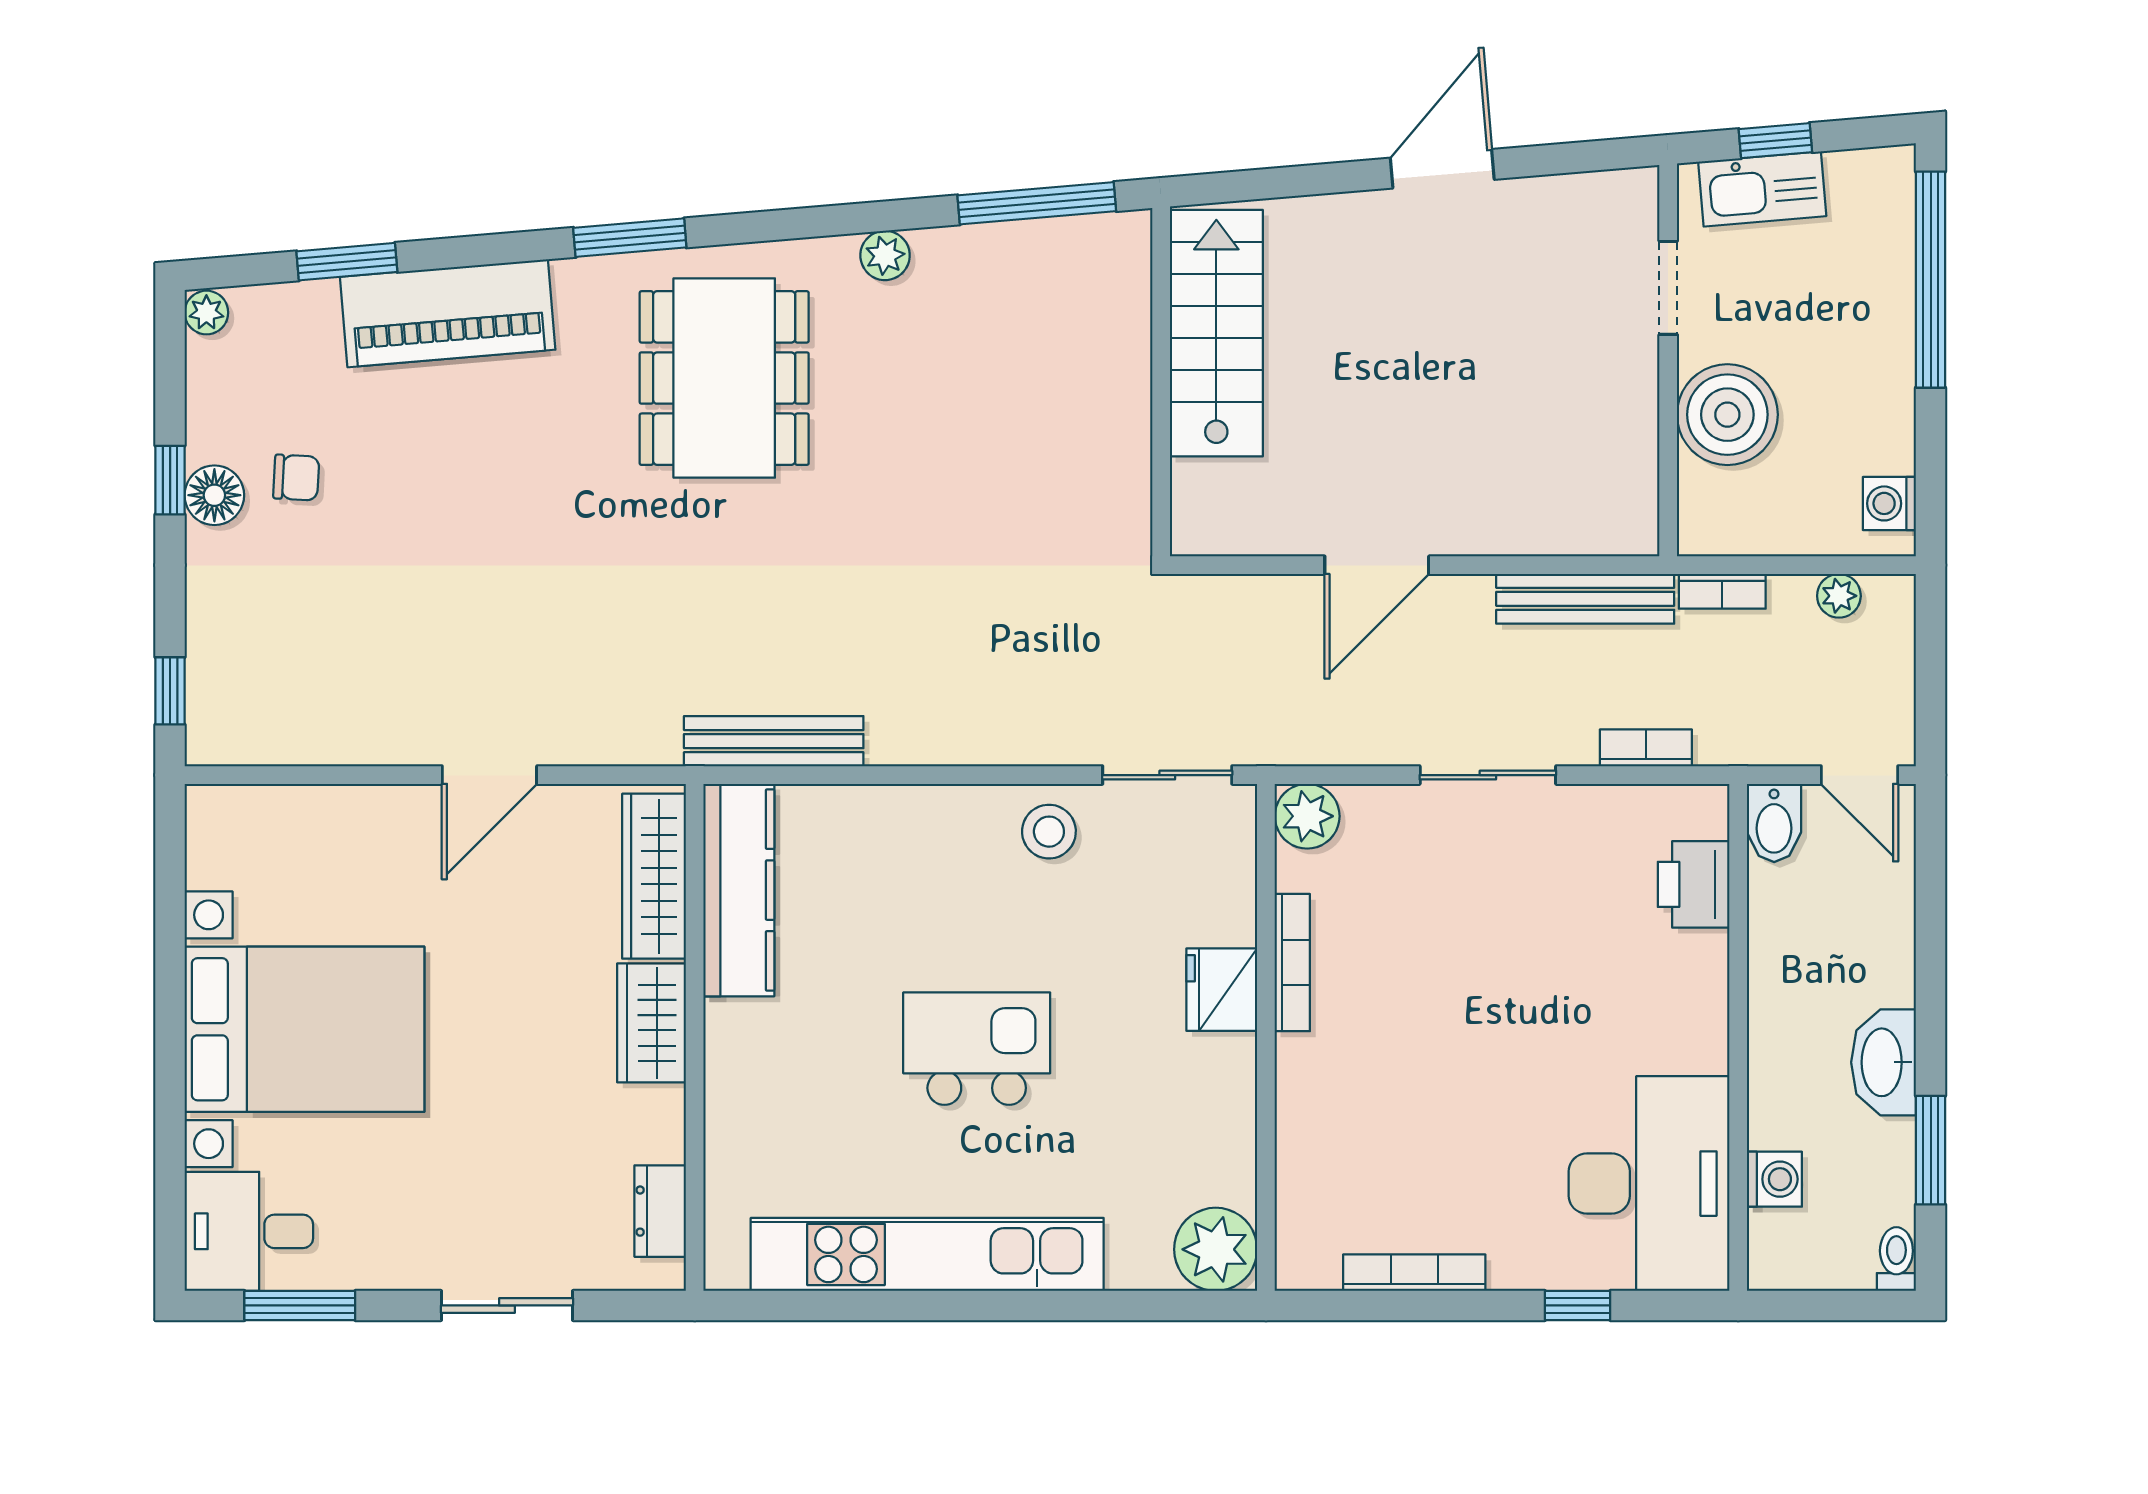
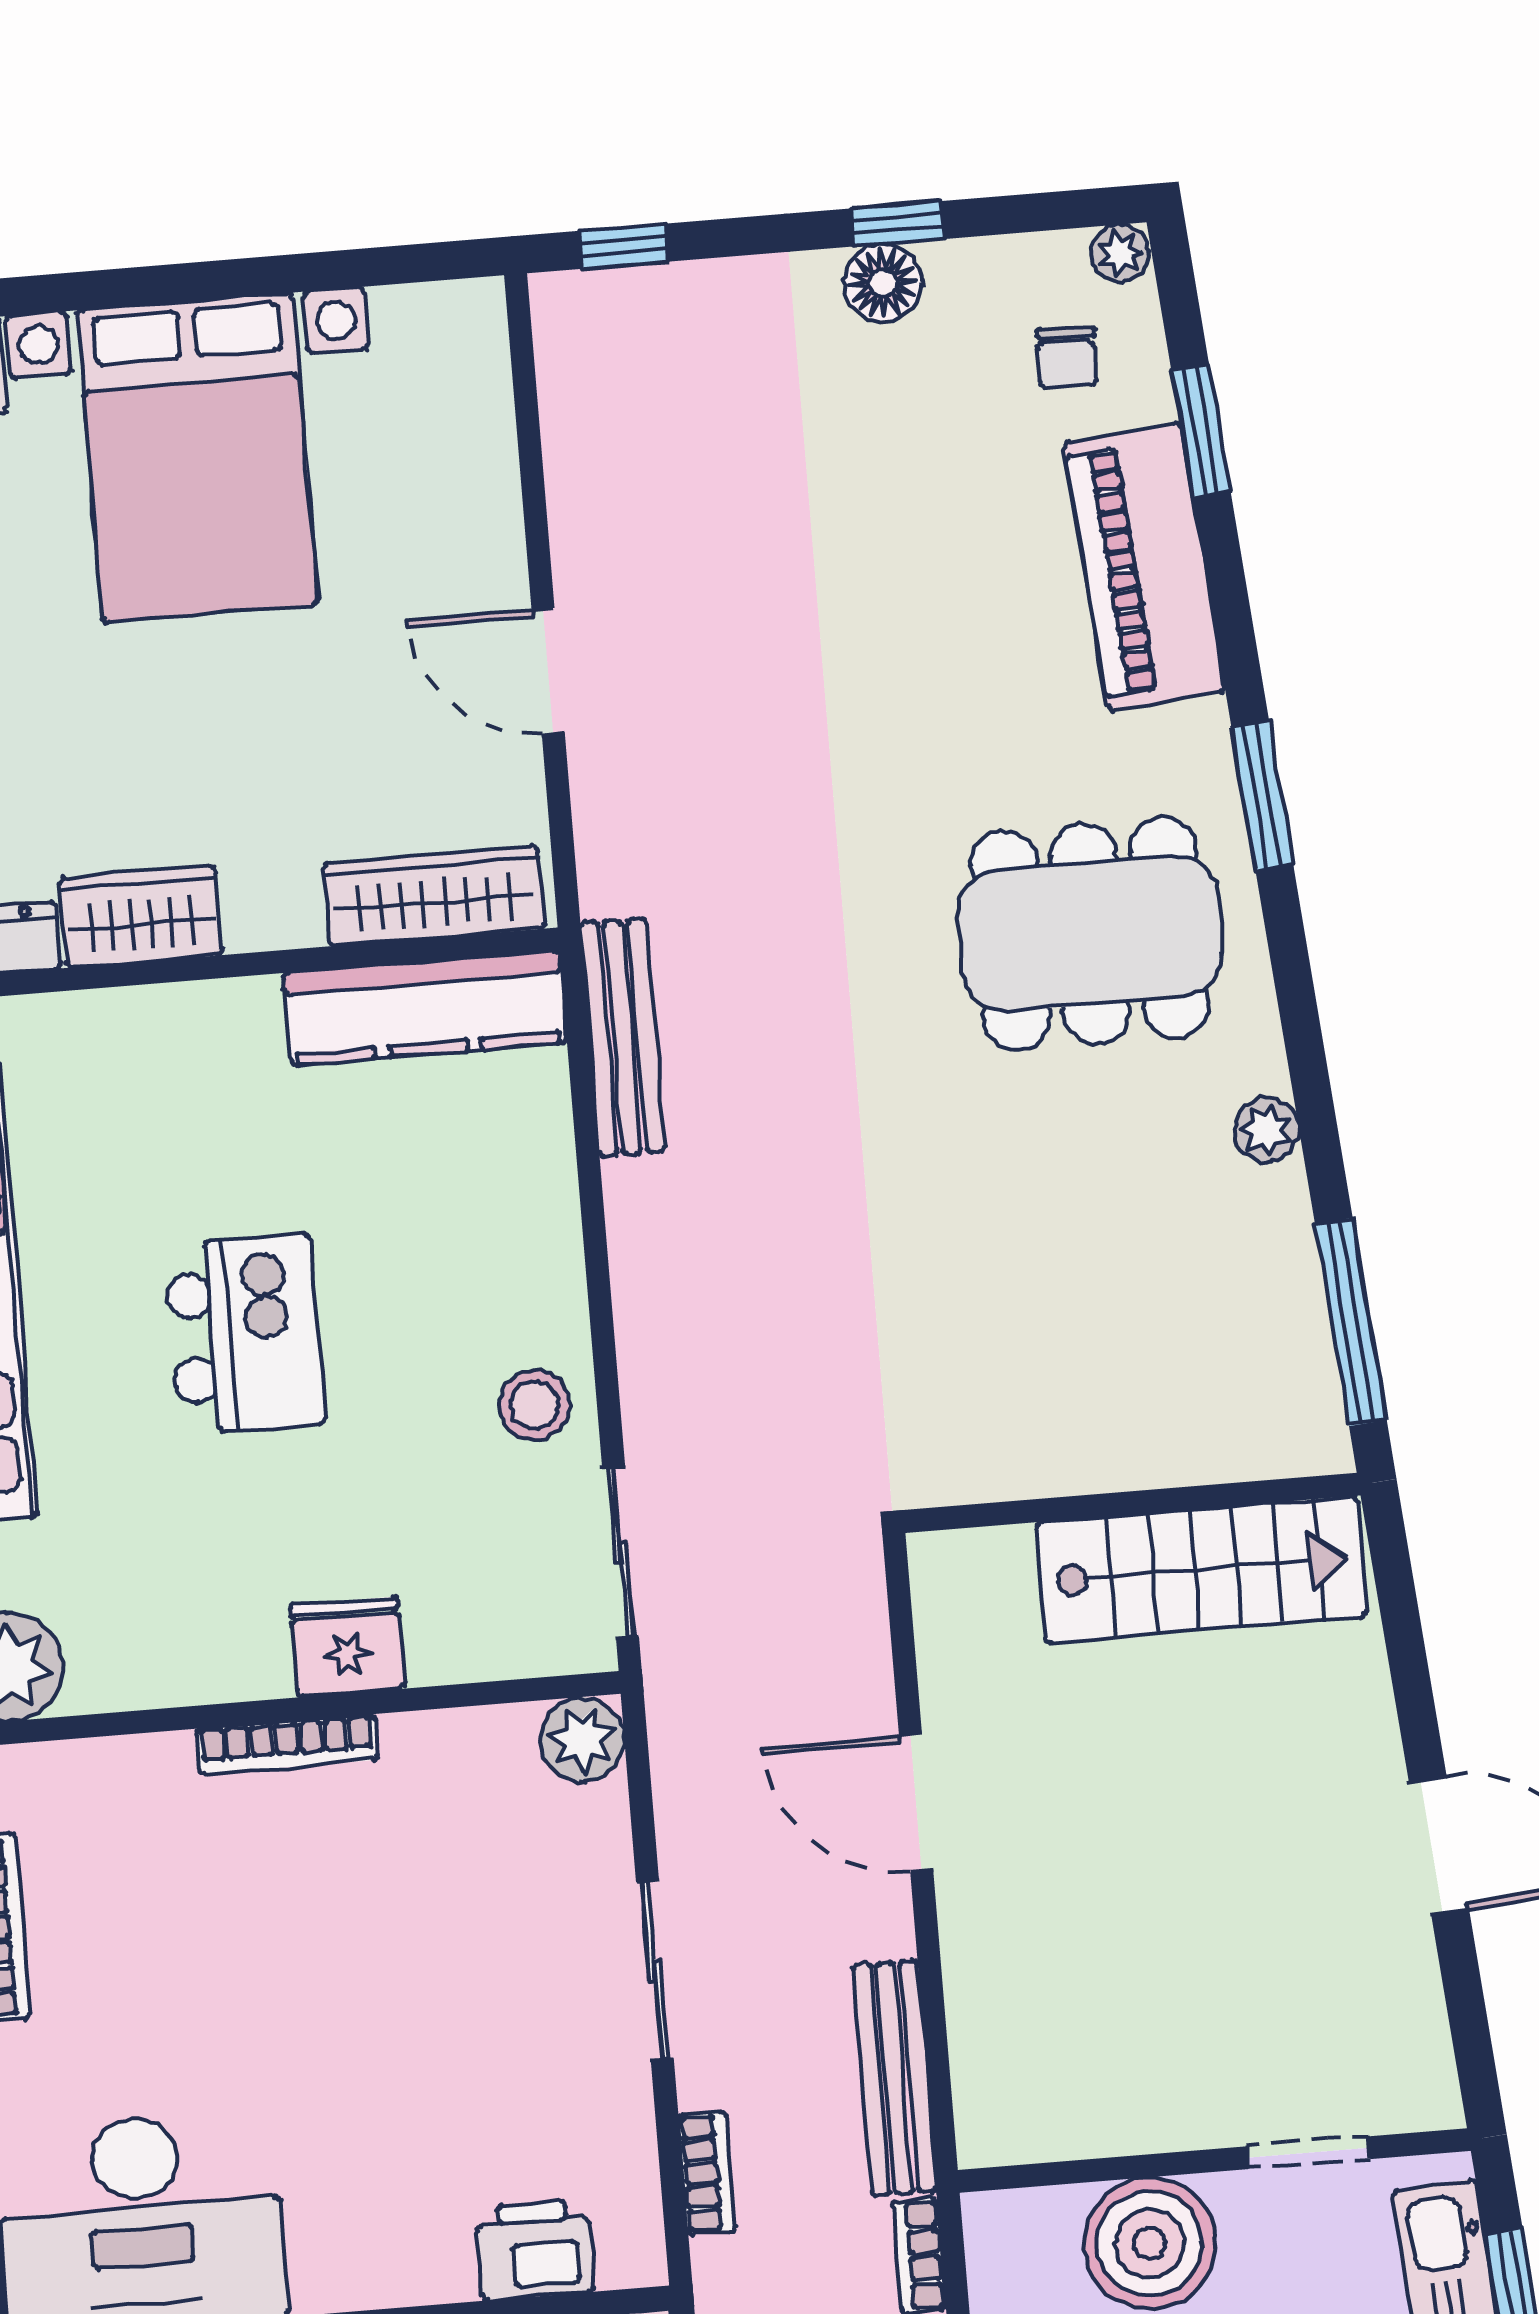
chair: (296, 478) -> (1067, 357), moved
bookcase: (1292, 963) -> (287, 1744), moved
wardrobe: (651, 1023) -> (141, 917), moved

